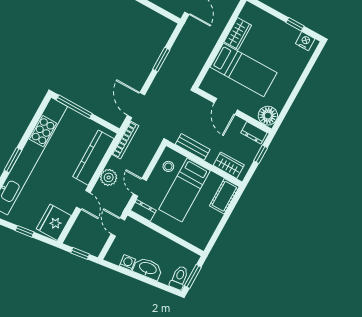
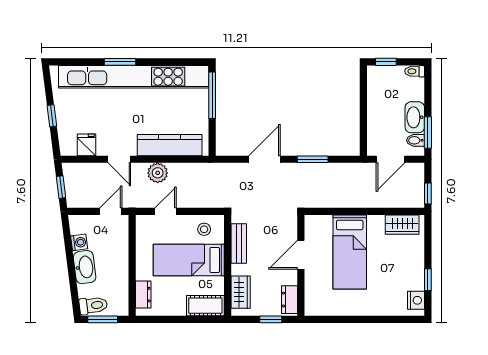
wardrobe: (238, 34) -> (402, 225), moved
door: (136, 105) -> (264, 159), moved
floor lamp: (268, 116) -> (316, 304), removed
bookcase: (125, 140) -> (207, 169), removed
door: (83, 200) -> (119, 159), hinge flipped
dresser: (143, 210) -> (143, 295), moved
fridge: (54, 222) -> (86, 145), width x0.53, depth x0.75

